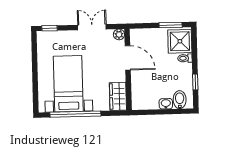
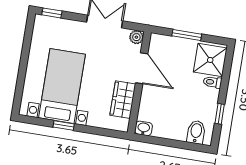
window: (171, 25) -> (187, 35), moved
wardrobe: (118, 96) -> (123, 100), moved
washbasin: (166, 104) -> (144, 128), moved
window: (75, 114) -> (64, 125), width x0.32

